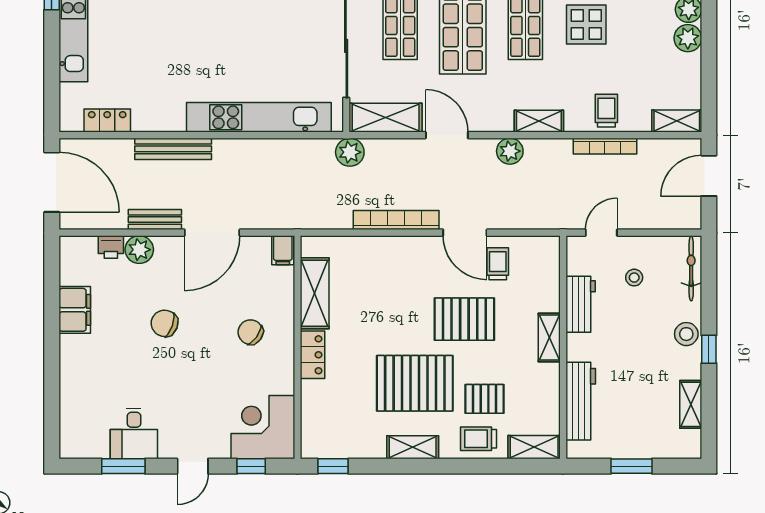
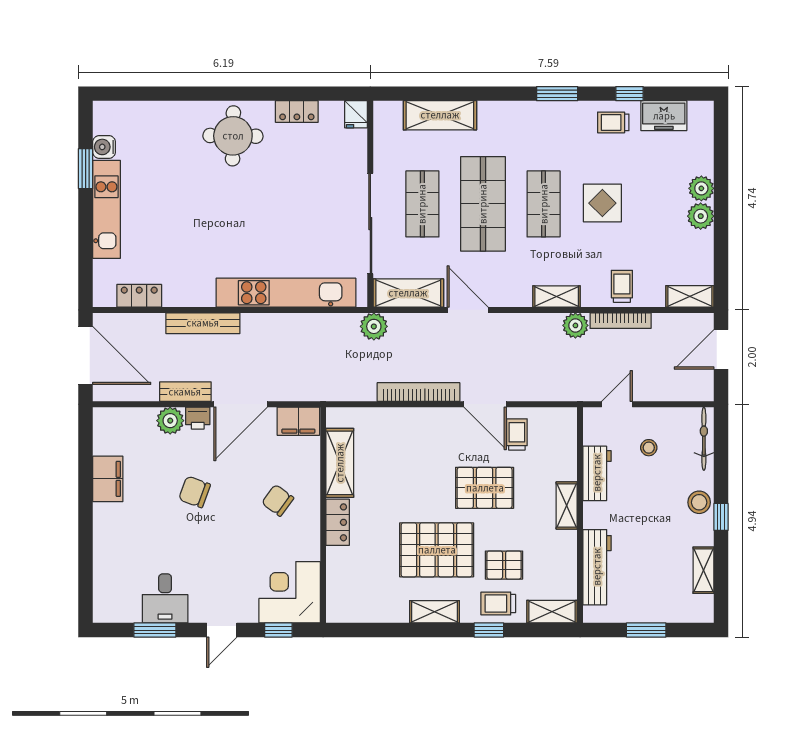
plant: (510, 151) -> (575, 325), moved
printer: (111, 247) -> (198, 418), moved
filing cabinet: (283, 250) -> (298, 421), width x2.00
window: (333, 466) -> (489, 630), moved

